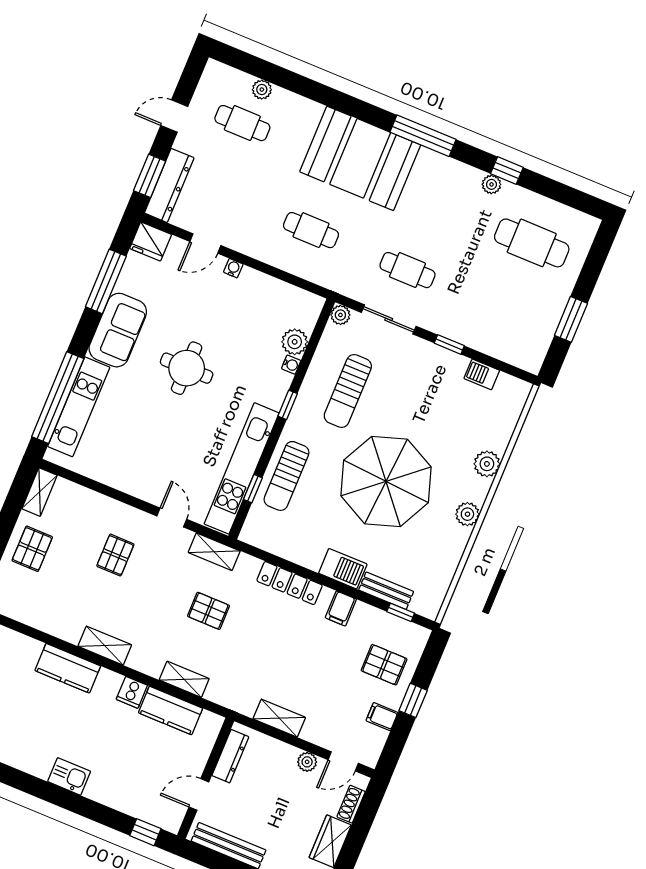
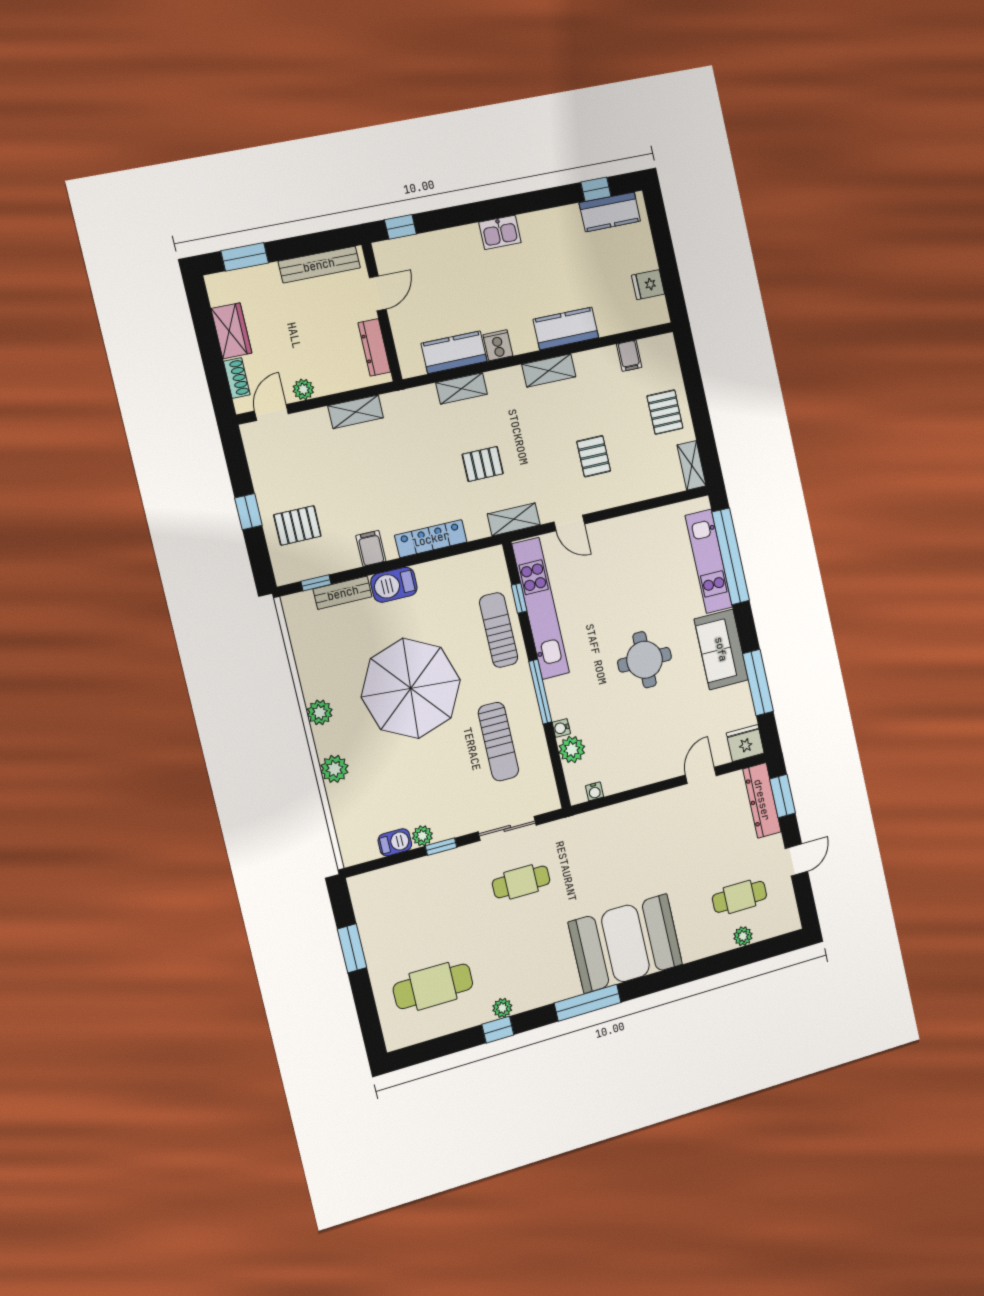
cafe table: (311, 230) -> (624, 853), removed
water cooler: (233, 268) -> (594, 791), moved
plant: (340, 315) -> (422, 836), moved
sun lounger: (348, 391) -> (498, 742), turned 180
window: (288, 405) -> (540, 692), width x2.17
filing cabinet: (382, 717) -> (629, 356), moved, turned 90

